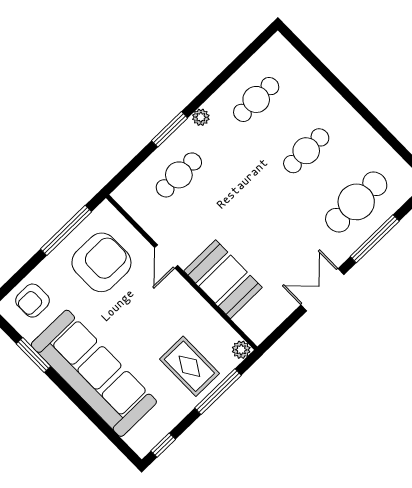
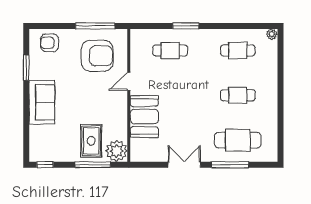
plant: (201, 117) -> (272, 34), moved
plant: (241, 350) -> (117, 151), width x1.87, depth x1.87
sofa: (94, 373) -> (42, 102), width x0.54, depth x0.79

